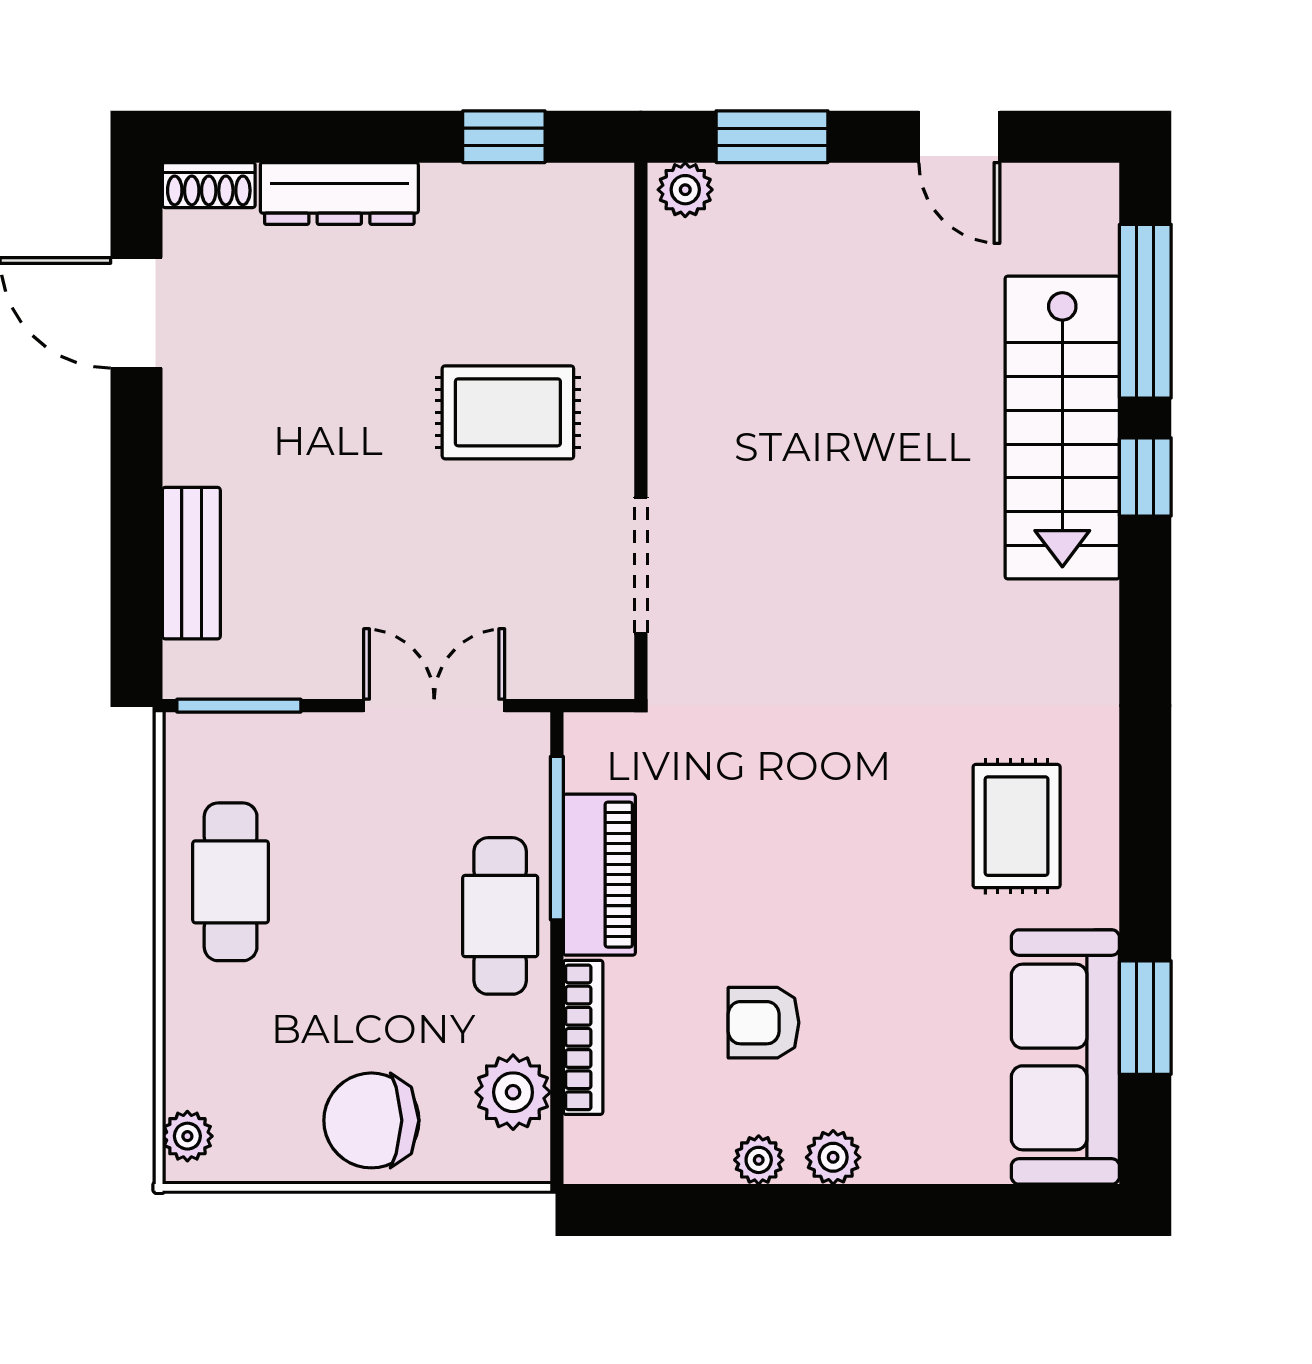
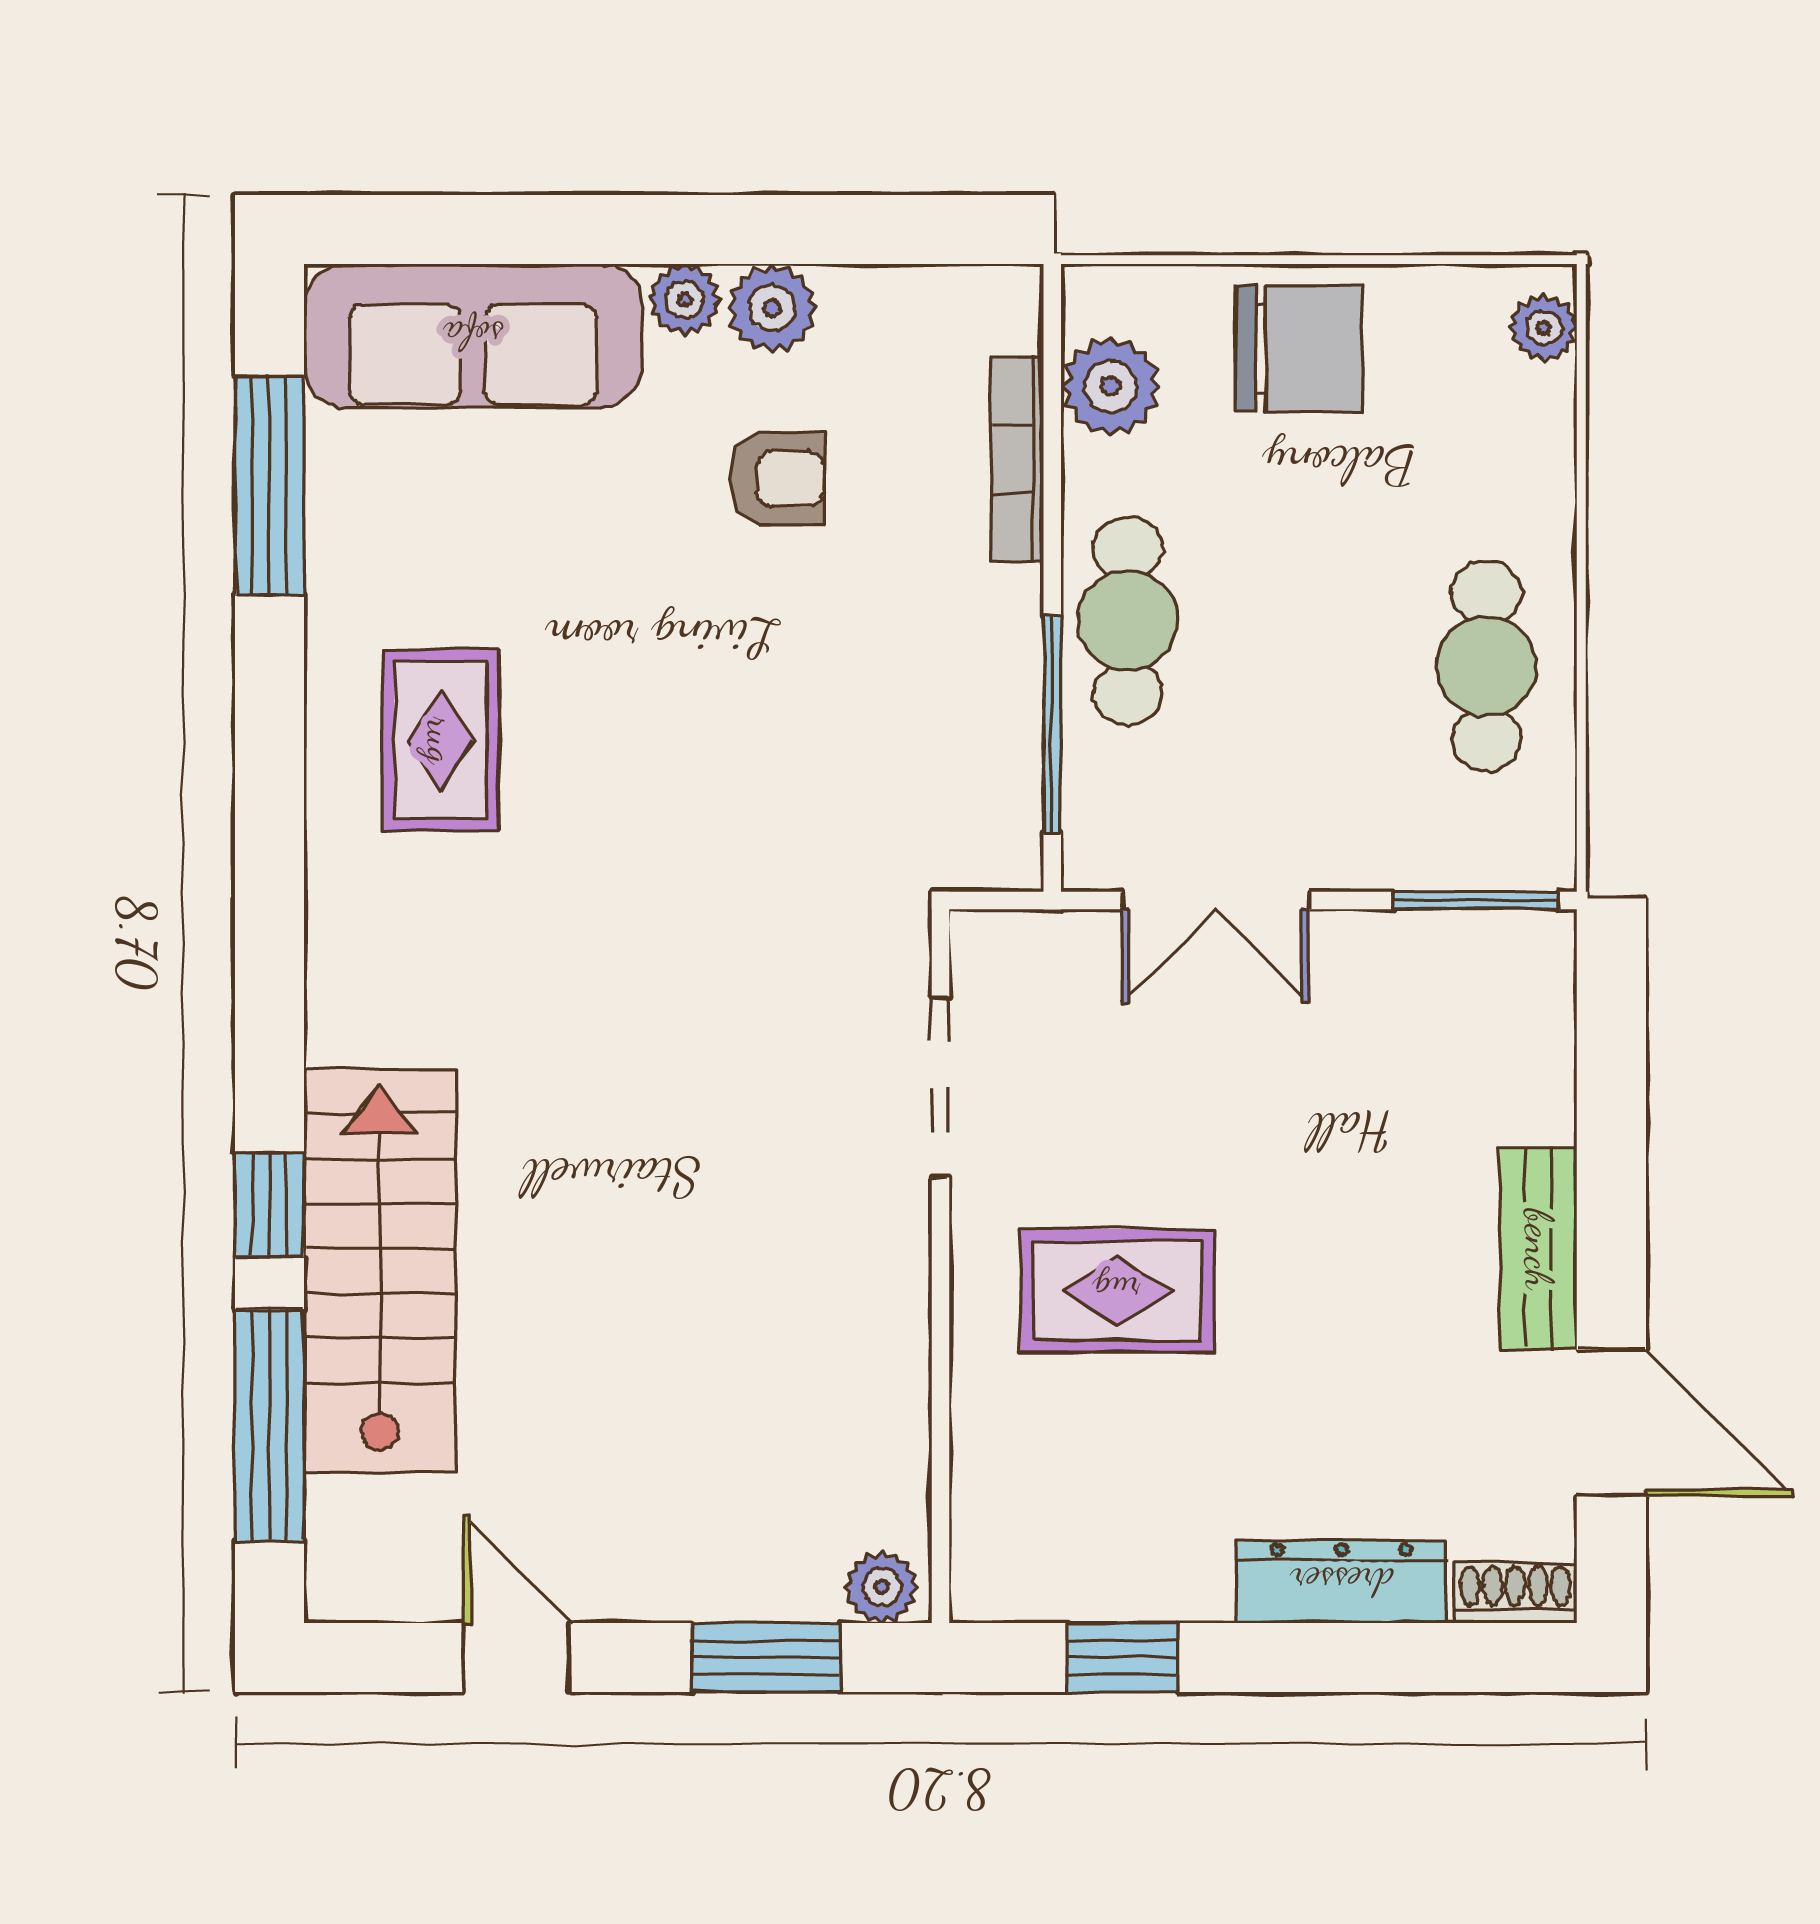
bench: (191, 563) -> (1539, 1249), moved
piano: (599, 875) -> (996, 676), removed
window: (1145, 1018) -> (269, 486), width x1.44
sofa: (1065, 1057) -> (473, 336), moved, turned 90
plant: (759, 1160) -> (772, 308), width x1.38, depth x1.38

